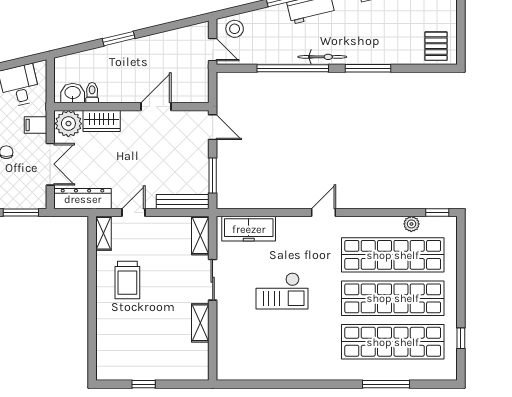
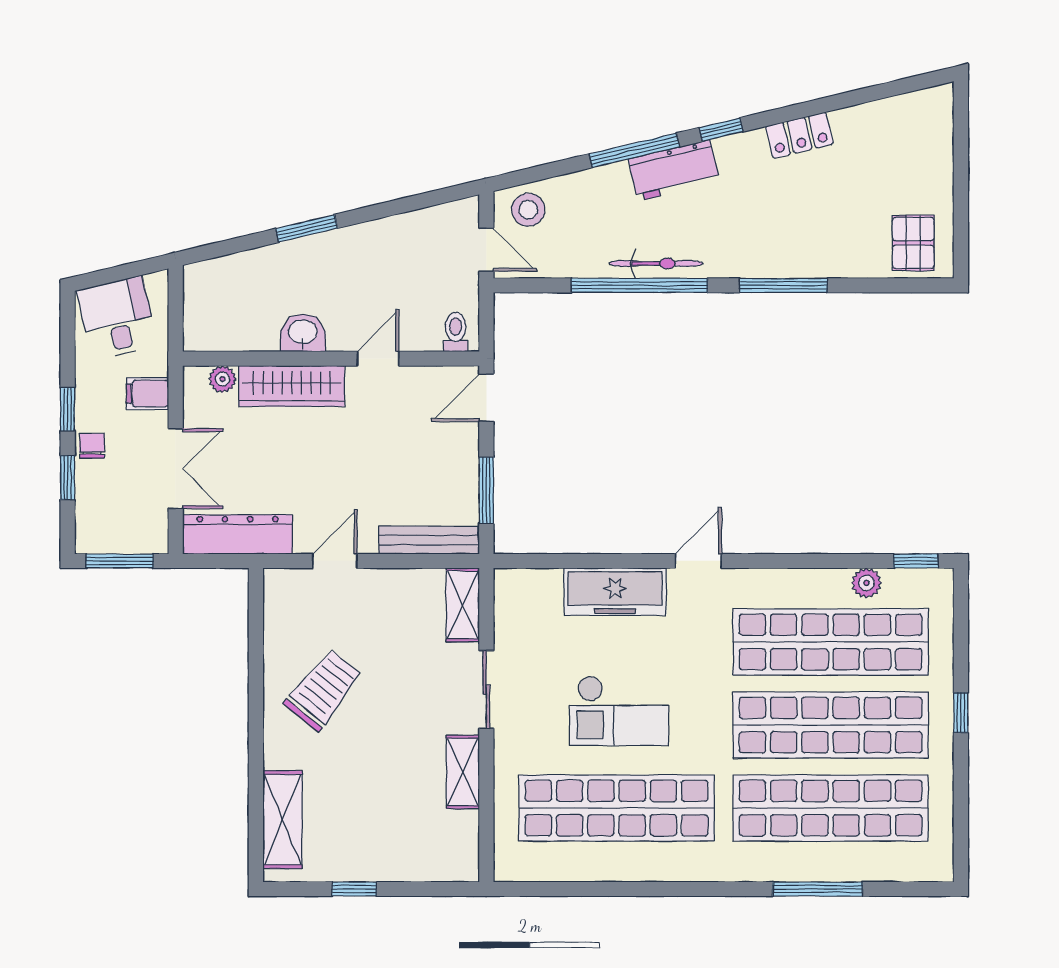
bicycle: (322, 57) -> (656, 263), moved
washbasin: (73, 93) -> (303, 333), moved
toilet: (92, 93) -> (456, 332), moved
door: (156, 107) -> (378, 359), width x0.73
wardrobe: (102, 121) -> (292, 386), width x1.50
plant: (68, 124) -> (222, 379), width x0.53, depth x0.53
door: (213, 127) -> (486, 398), swing flipped
freezer: (249, 229) -> (615, 592), moved
shelving: (103, 233) -> (283, 820), moved, width x1.50, depth x1.33
trolley: (127, 280) -> (323, 690), turned -141
window: (461, 338) -> (961, 713), moved
shop shelf: (281, 342) -> (617, 808), added

